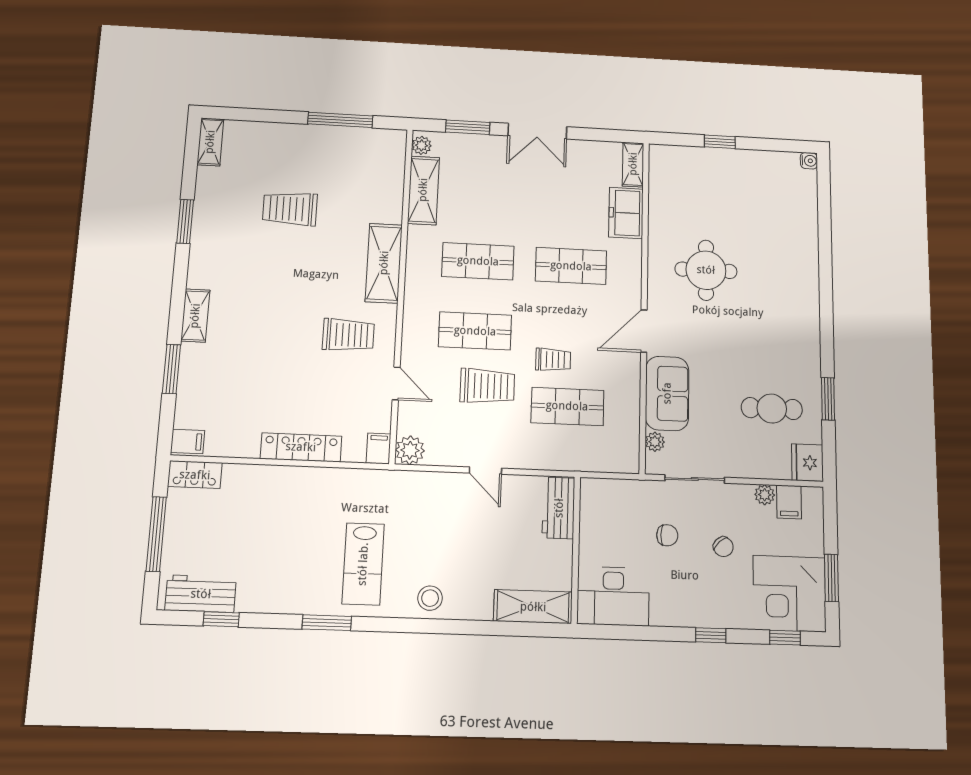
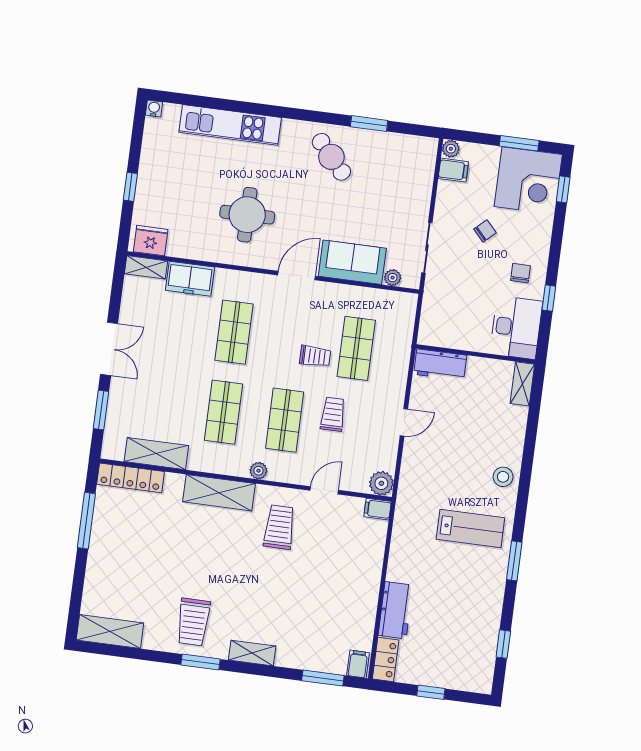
shelving: (210, 142) -> (110, 632), width x1.50, depth x1.33
plant: (421, 145) -> (258, 471), moved
trolley: (290, 209) -> (193, 622), moved
window: (185, 221) -> (200, 662), moved
kitchen unit: (803, 244) -> (230, 125), added
door: (644, 331) -> (297, 276), swing flipped
trolley: (553, 360) -> (315, 356), turned 90
window: (171, 369) -> (323, 678), moved
trolley: (487, 386) -> (333, 414), width x0.73, depth x0.72
cafe table: (772, 409) -> (331, 157), moved, turned -42
locker: (301, 447) -> (131, 478), moved, turned -90
fridge: (807, 463) -> (151, 241), moved, turned 180
plant: (765, 495) -> (451, 149), moved
window: (156, 534) -> (431, 692), width x0.46
chair: (667, 535) -> (520, 273), moved
workbench: (201, 594) -> (396, 610), moved, turned 180
shelving: (533, 607) -> (522, 384), width x0.67, depth x0.75
window: (711, 635) -> (549, 298), moved

